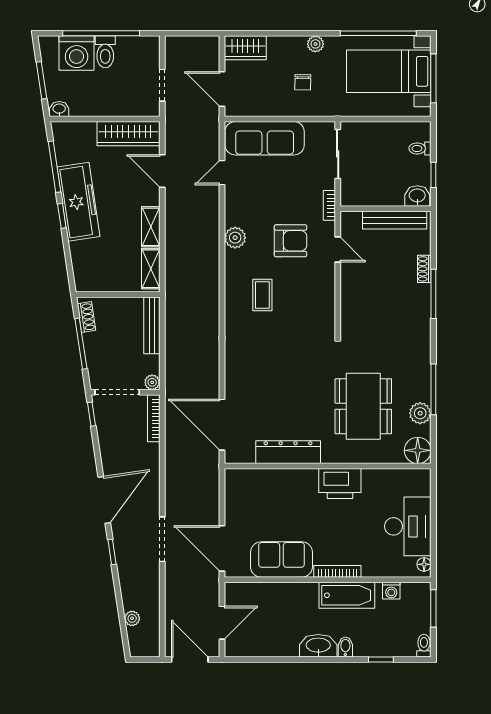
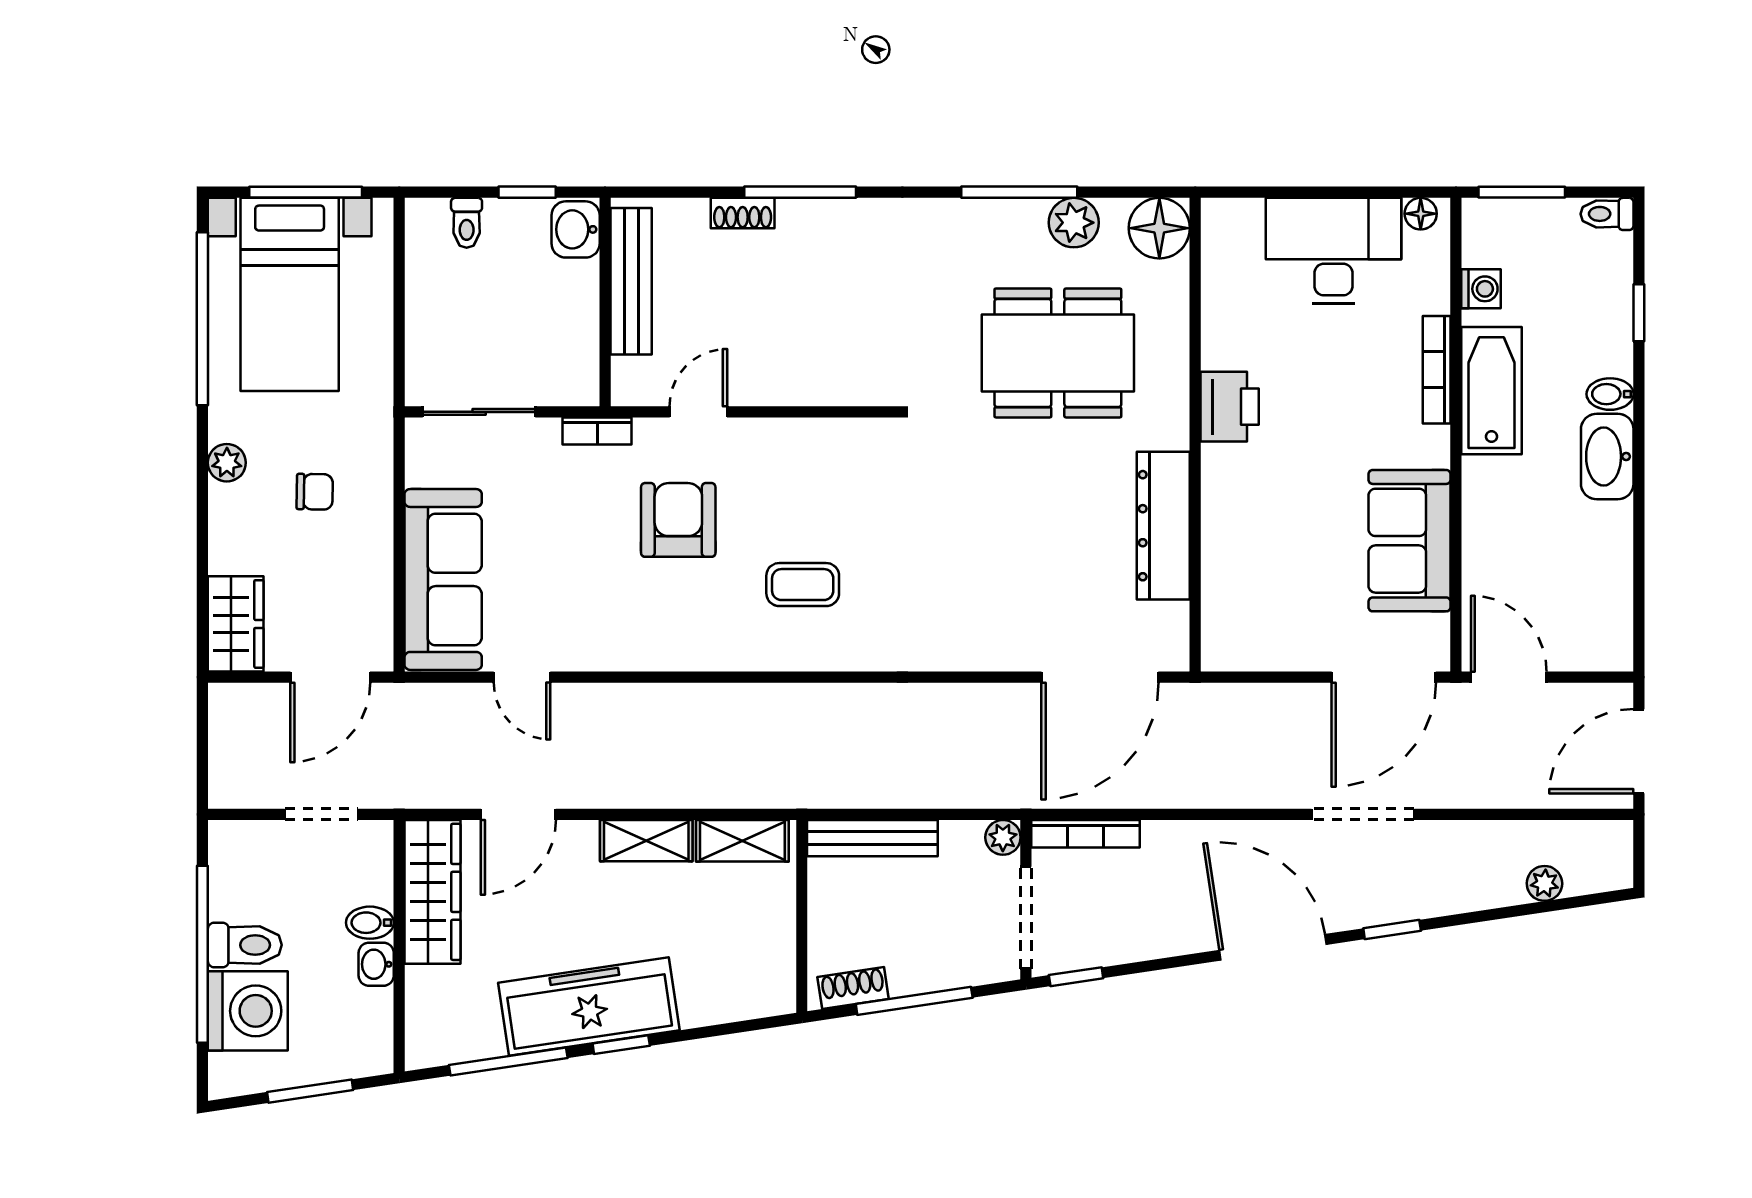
bidet: (115, 106) -> (370, 923), added
washbasin: (59, 109) -> (376, 964), moved
plant: (235, 238) -> (671, 647), removed
printer: (340, 484) -> (1230, 407), width x0.73, depth x0.84
bookcase: (337, 571) -> (1437, 370), moved
door: (222, 623) -> (1509, 677), moved

